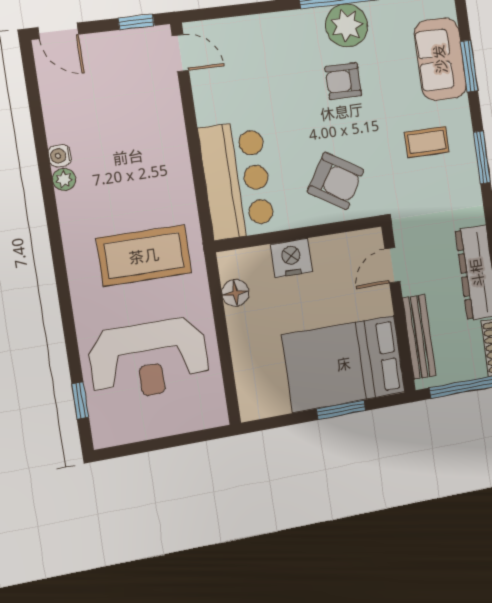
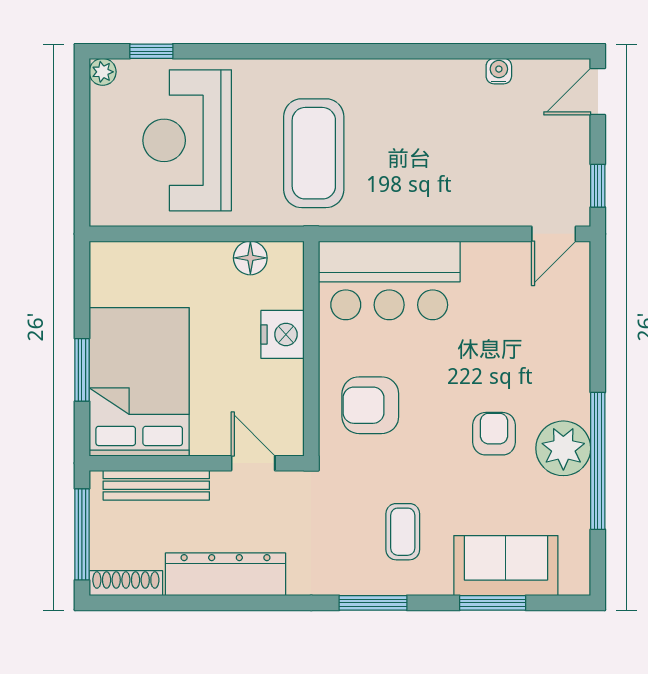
water cooler: (60, 156) -> (499, 71), moved
plant: (64, 179) -> (103, 72), moved
armchair: (336, 181) -> (370, 405), turned 58

